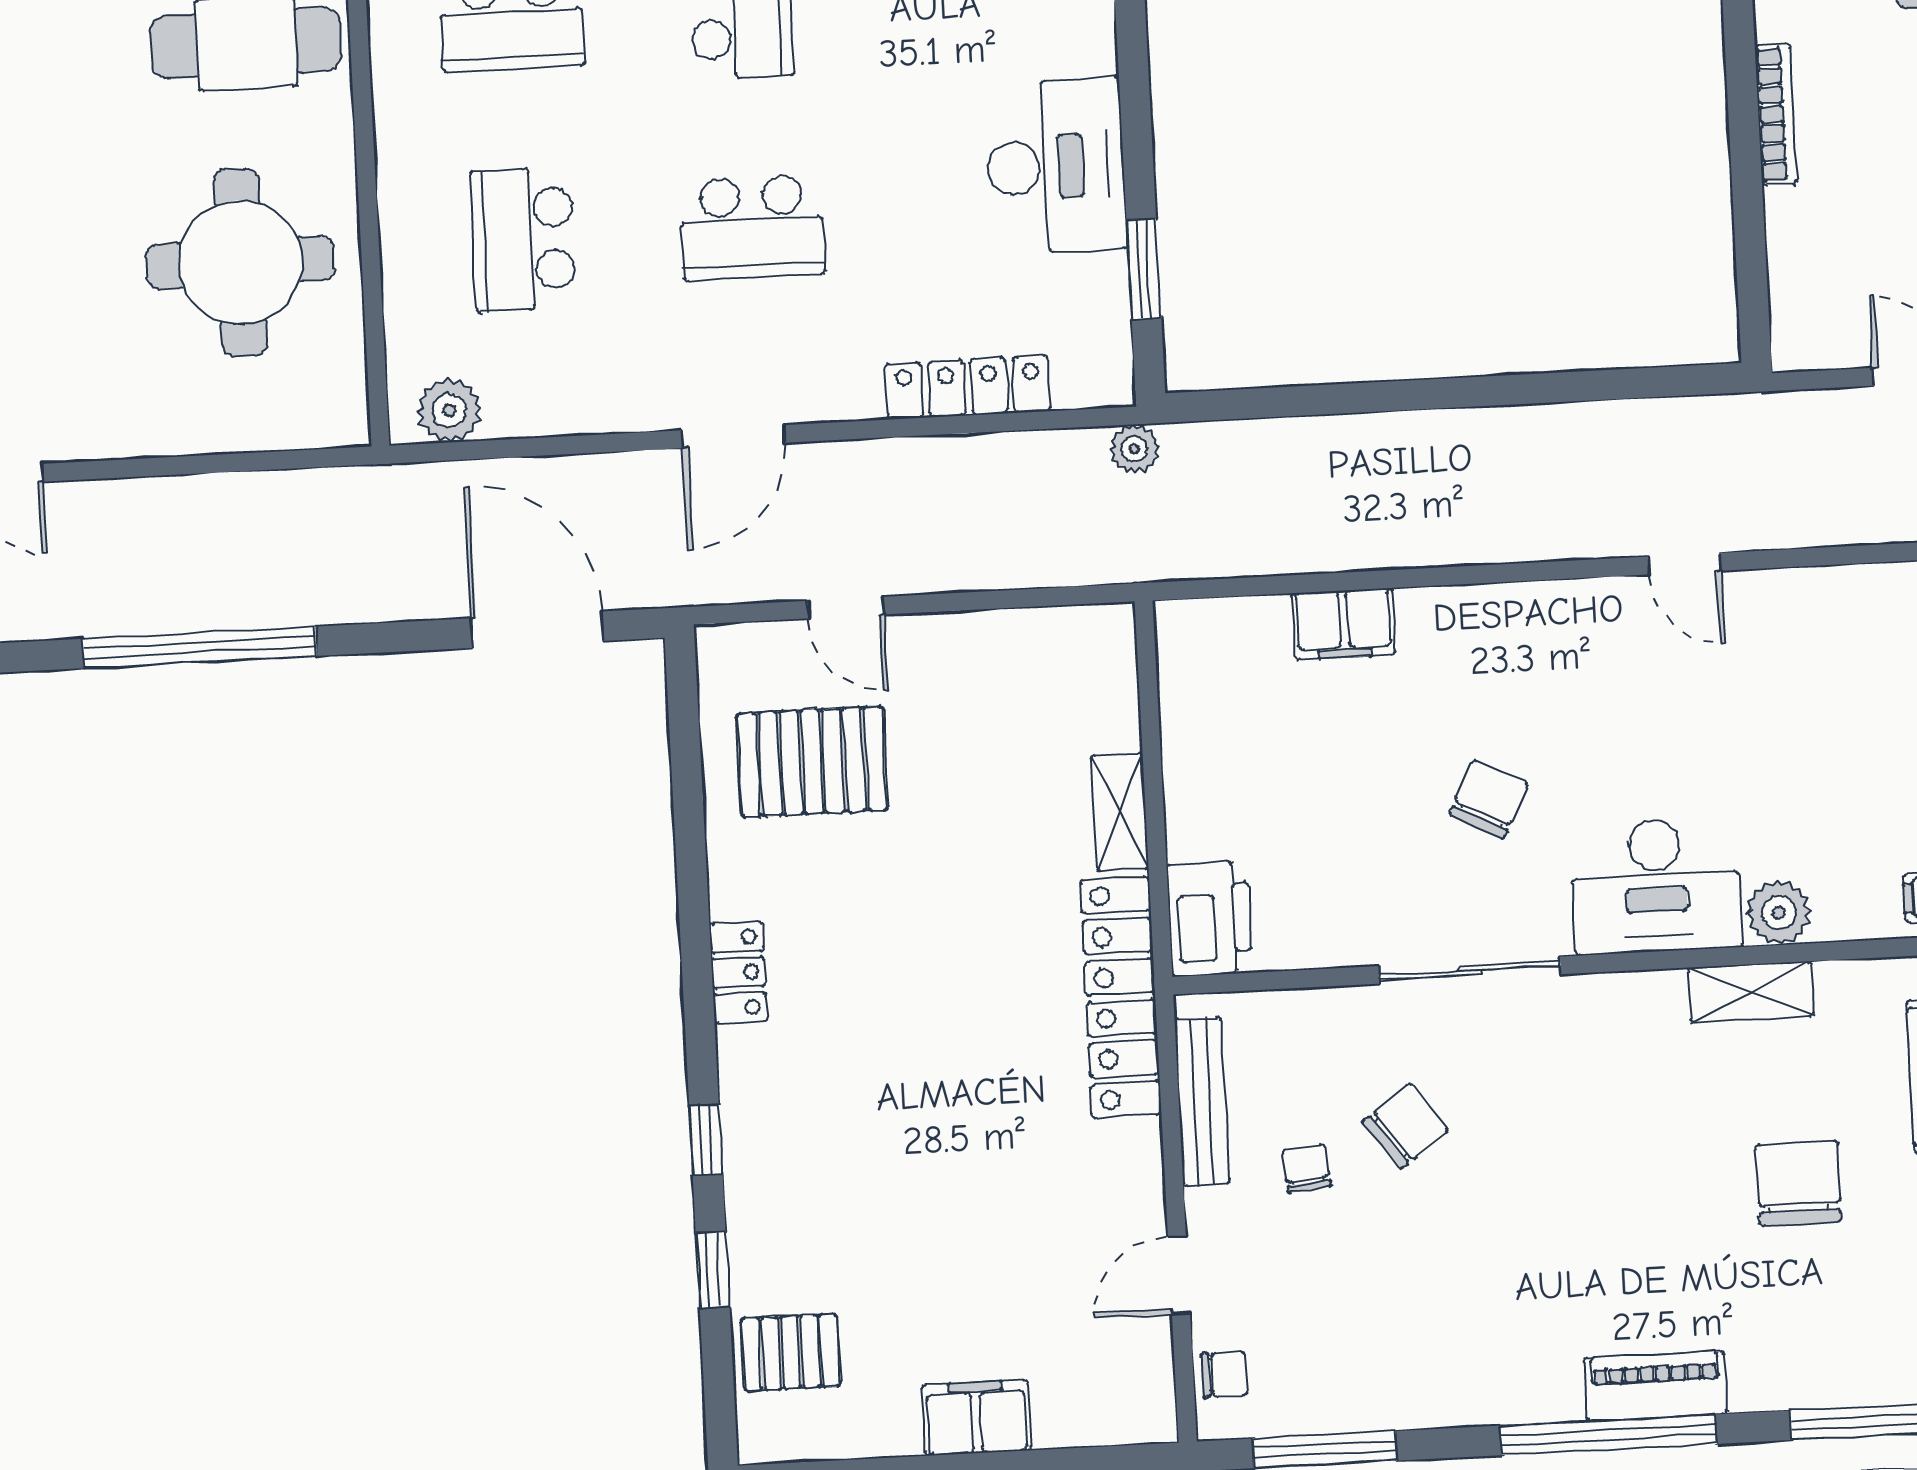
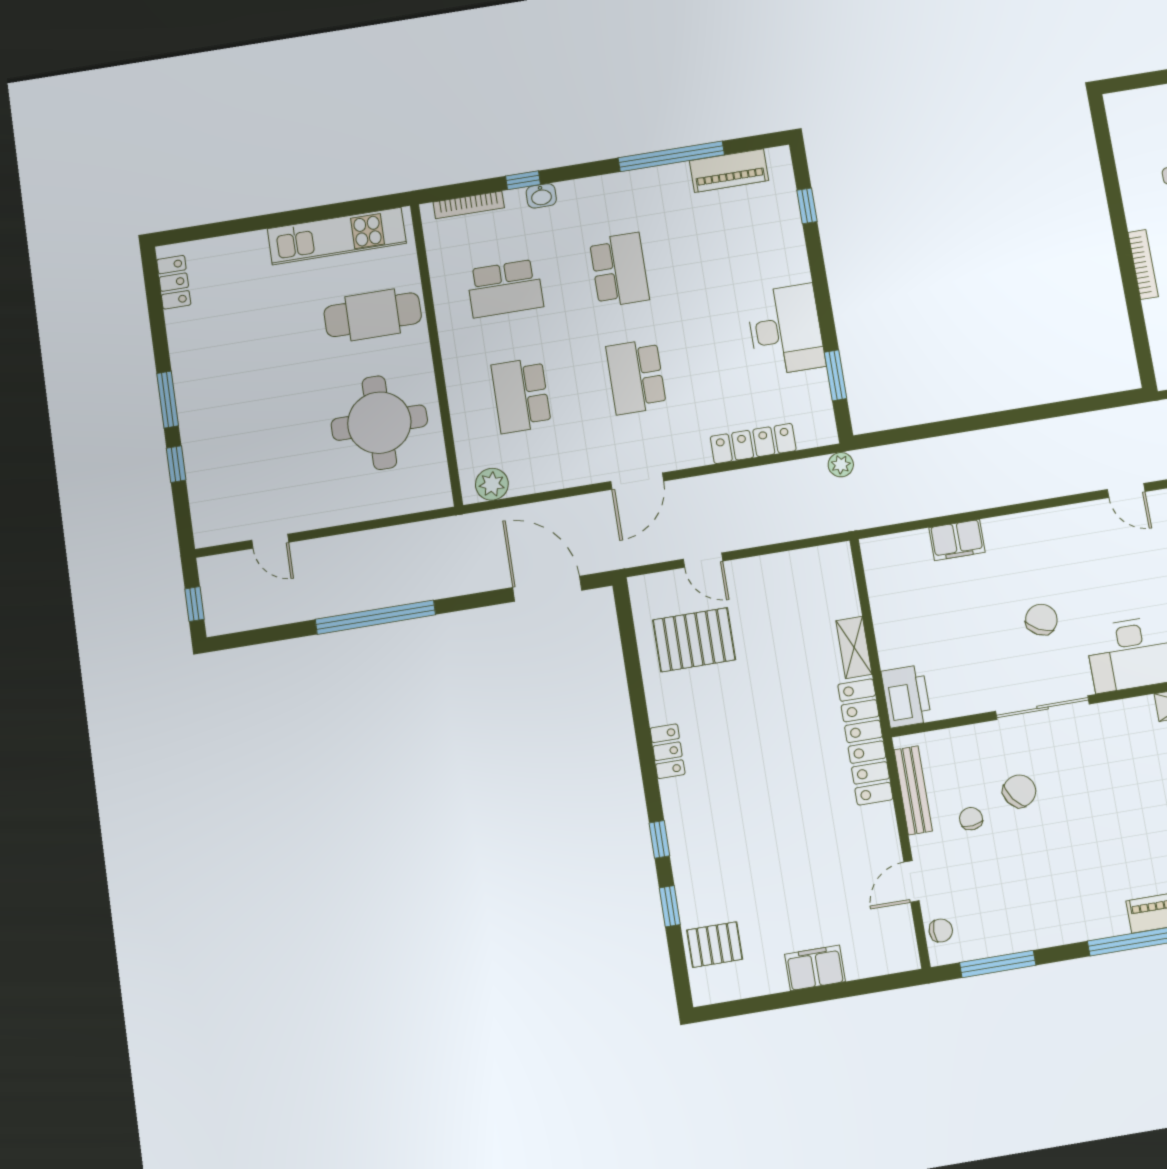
school desk: (752, 227) -> (636, 377), turned 90

